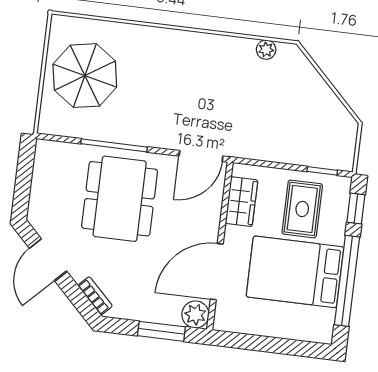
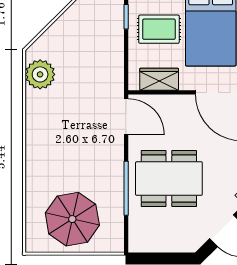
plant: (266, 50) -> (40, 74), width x1.88, depth x1.88

